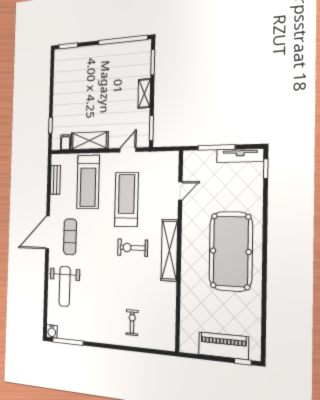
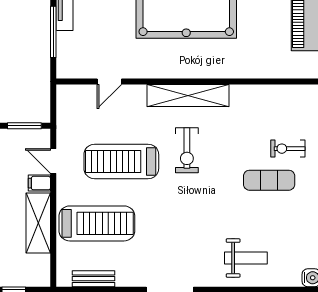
filing cabinet: (66, 142) -> (39, 183), moved
door: (180, 191) -> (109, 81), swing flipped
exercise mat: (70, 237) -> (269, 180), moved
weight bench: (65, 286) -> (246, 258), width x0.73, depth x0.75

